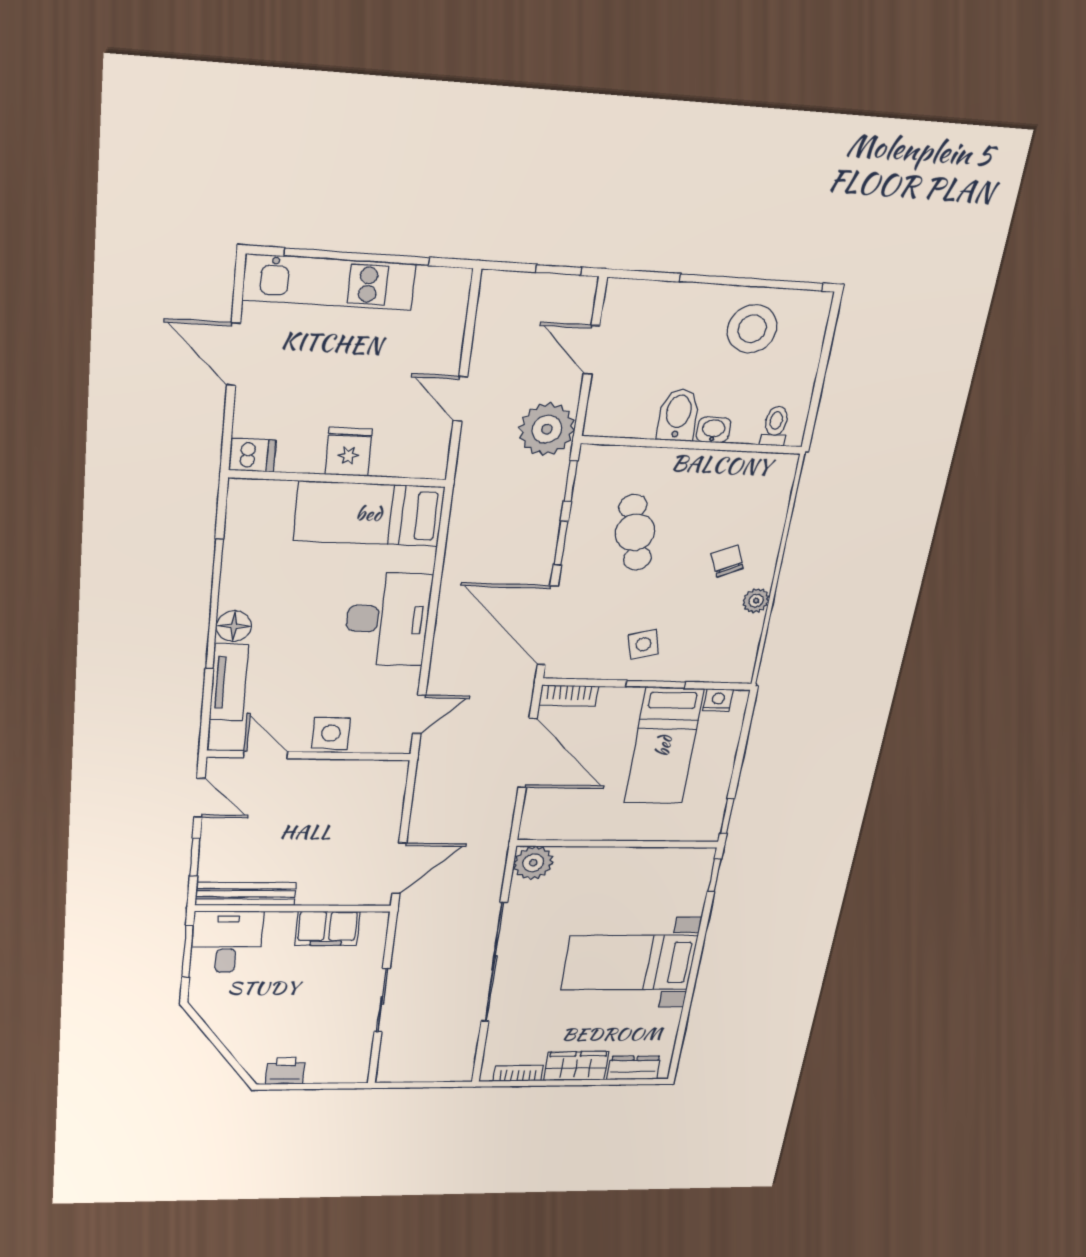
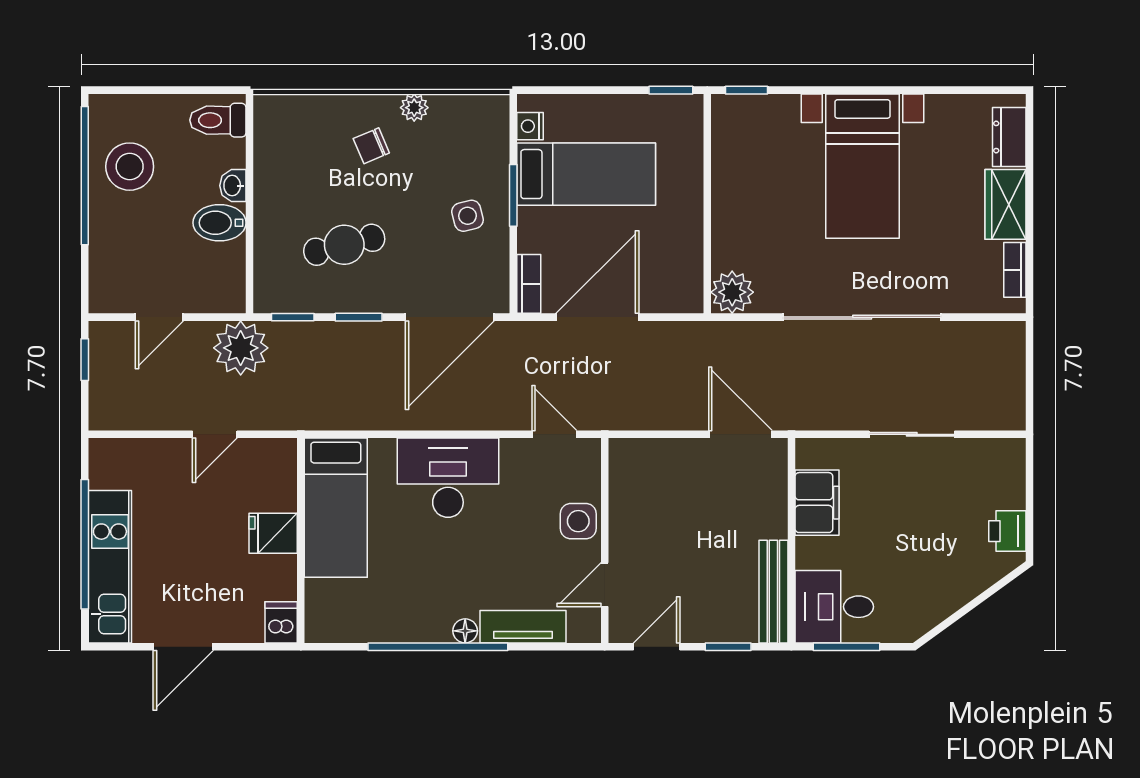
toilet: (775, 426) -> (218, 120), width x1.37, depth x1.39
floor lamp: (234, 626) -> (465, 631), width x0.73, depth x0.73

